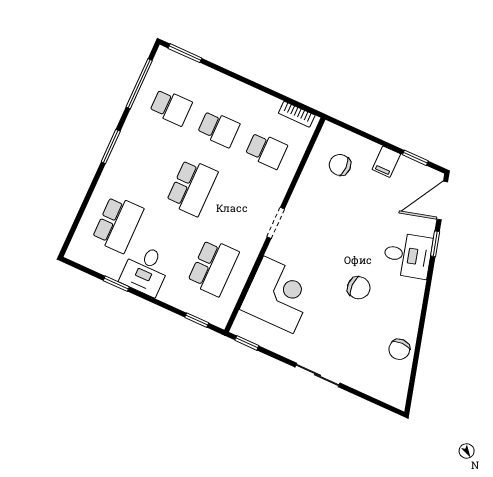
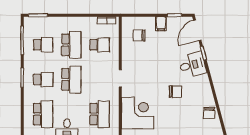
school desk: (219, 129) -> (71, 45), width x1.85
school desk: (144, 166) -> (43, 79), added

